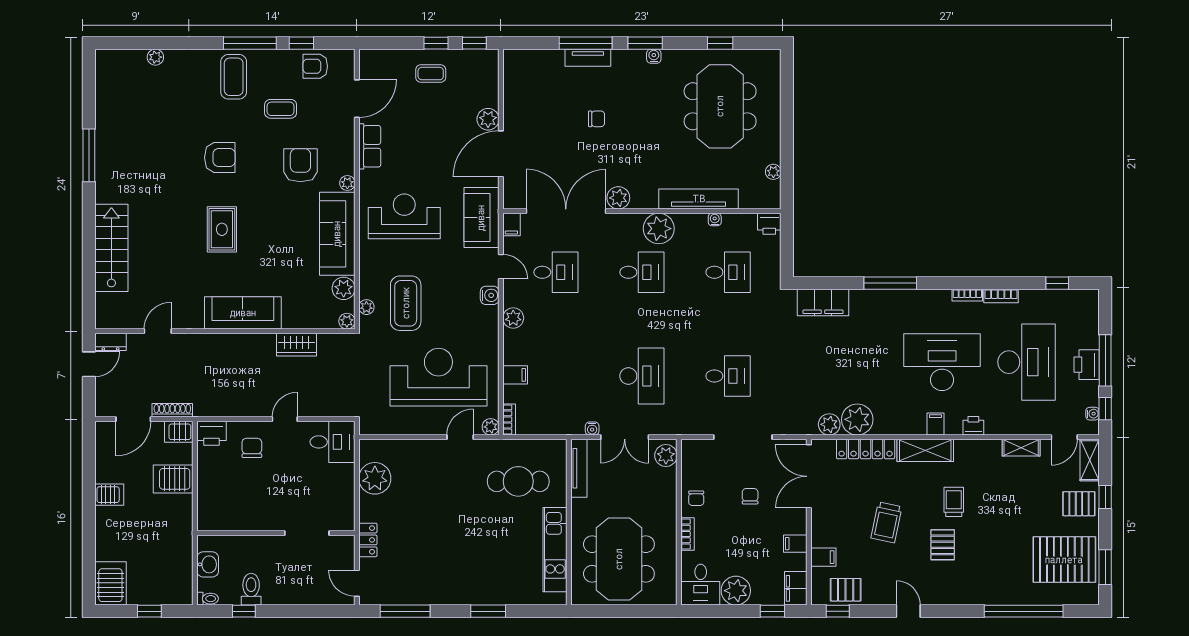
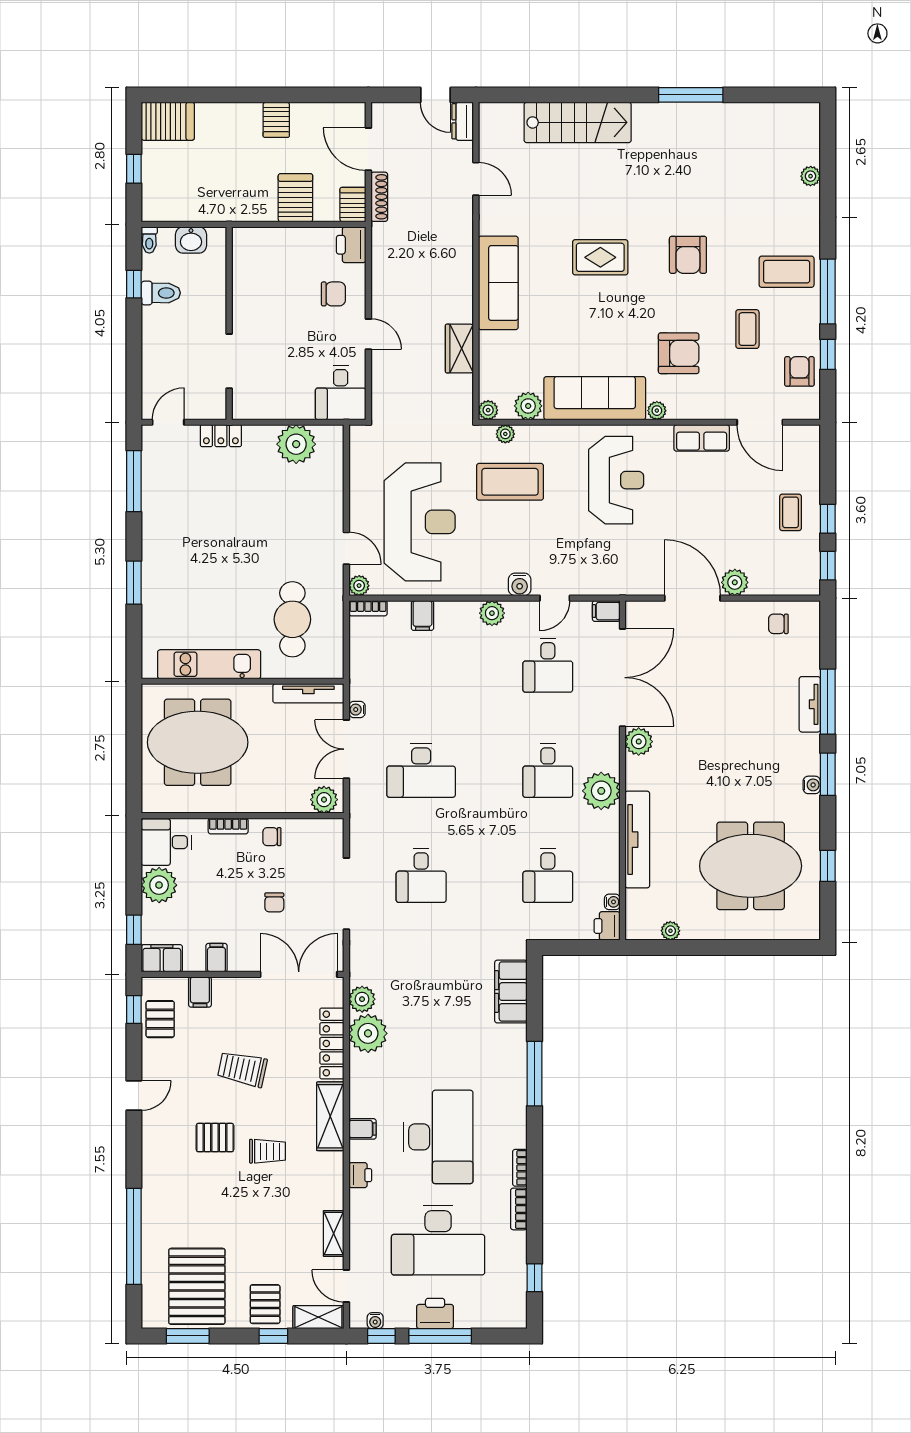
chair: (596, 119) -> (778, 624), moved, turned 90
sofa: (481, 218) -> (615, 574), removed
water cooler: (715, 220) -> (612, 902), moved
chair: (750, 496) -> (274, 902), turned 90

